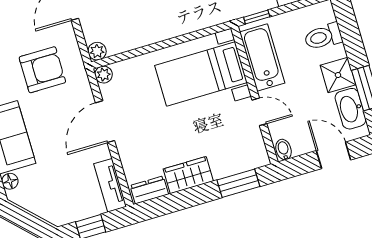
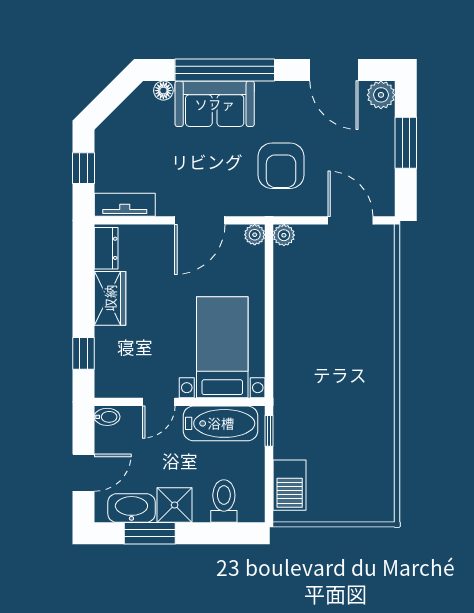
door: (105, 122) -> (200, 220), swing flipped
window: (238, 183) -> (83, 353), width x0.67

